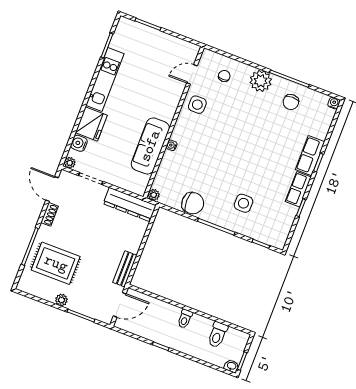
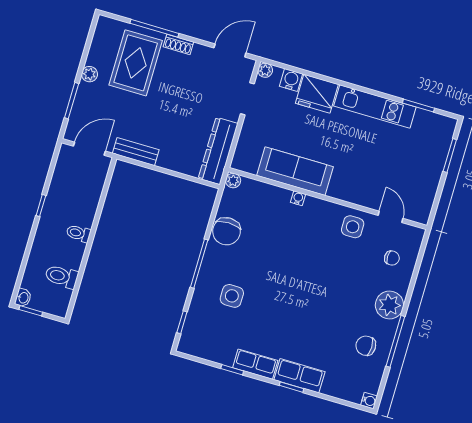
shoe rack: (50, 214) -> (178, 44), moved
door: (120, 305) -> (89, 149), swing flipped

